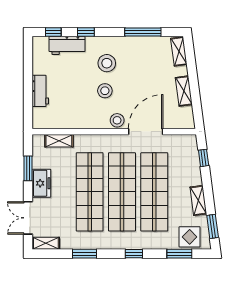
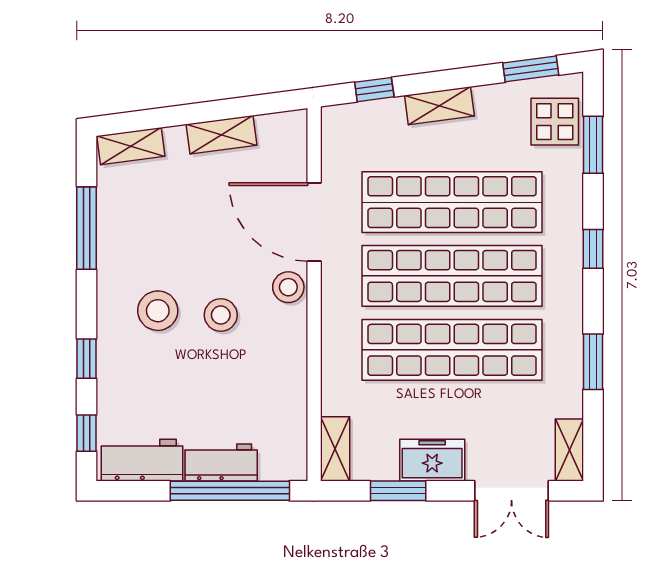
workbench: (67, 45) -> (142, 460), moved, turned -90
window: (28, 95) -> (230, 491), added
shelving: (59, 141) -> (335, 449), moved
shelving: (198, 200) -> (439, 106), moved

